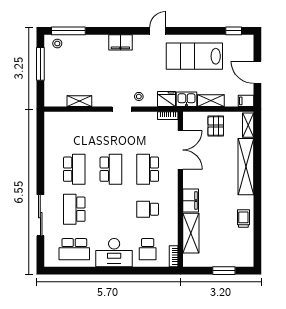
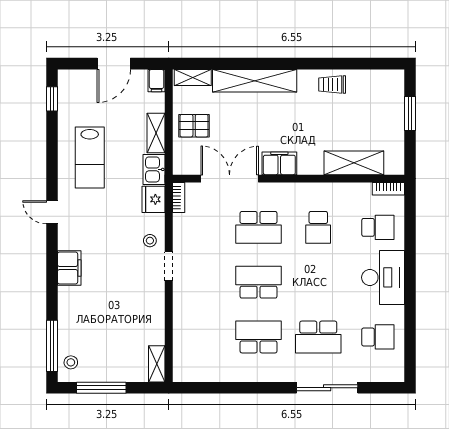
lab bench: (194, 56) -> (90, 158), width x0.73, depth x0.72
shelving: (79, 101) -> (157, 364), moved
filing cabinet: (191, 201) -> (279, 163), moved
school desk: (74, 249) -> (378, 337), width x0.54

